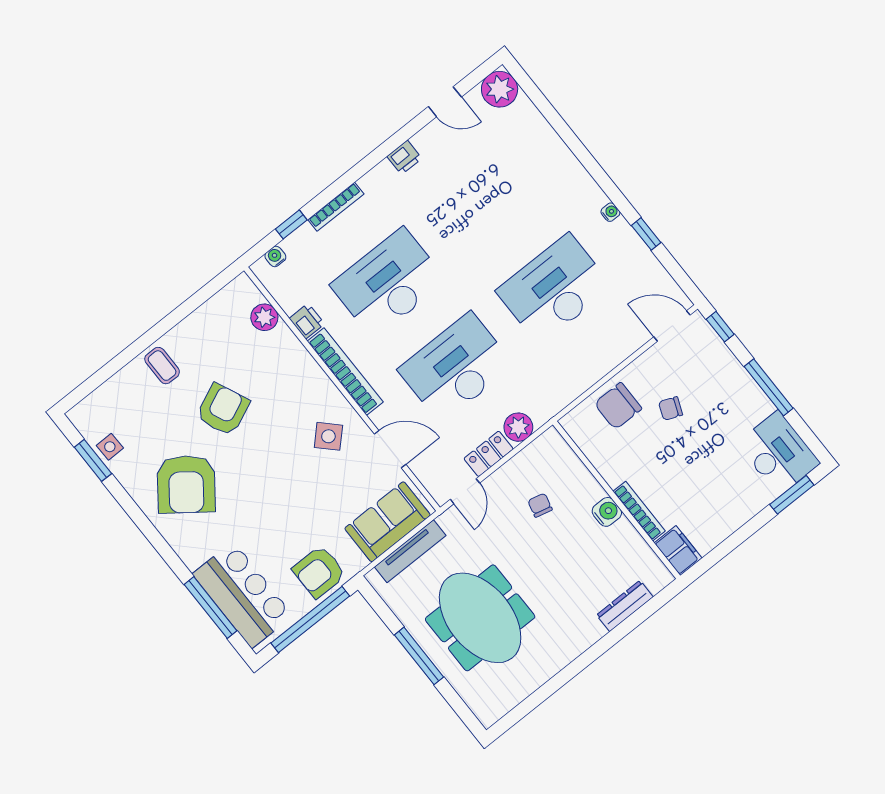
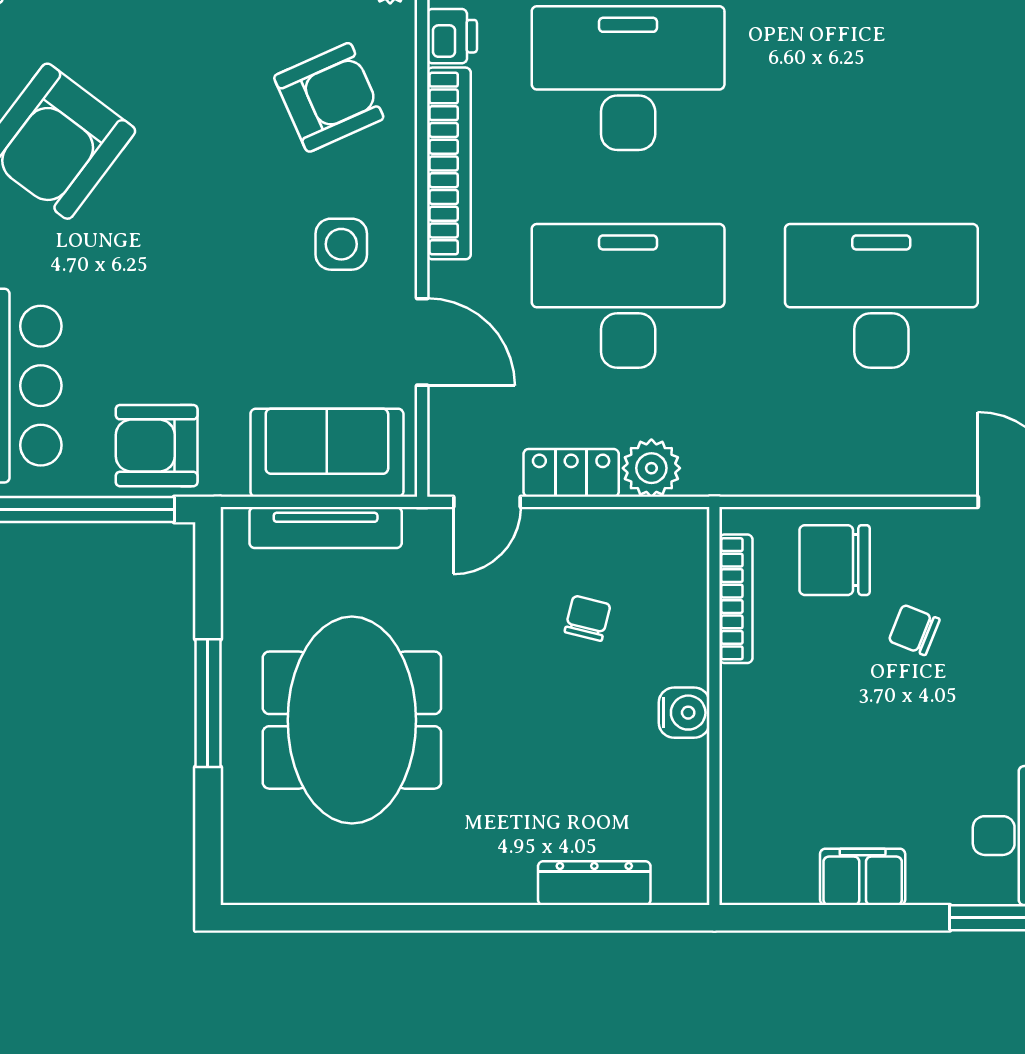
armchair: (223, 410) -> (329, 97), moved
side table: (328, 436) -> (341, 244), turned 45
bookcase: (639, 511) -> (736, 599), moved
filing cabinet: (678, 551) -> (863, 877), moved, turned -90

